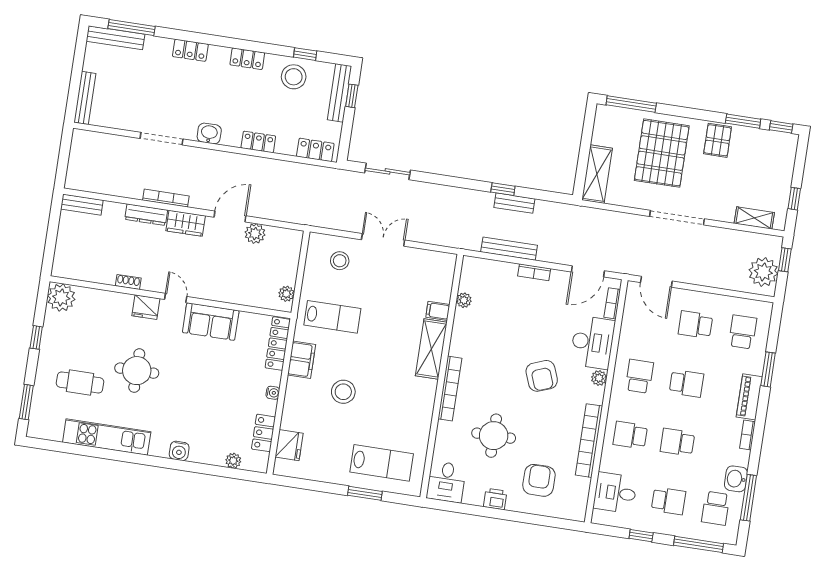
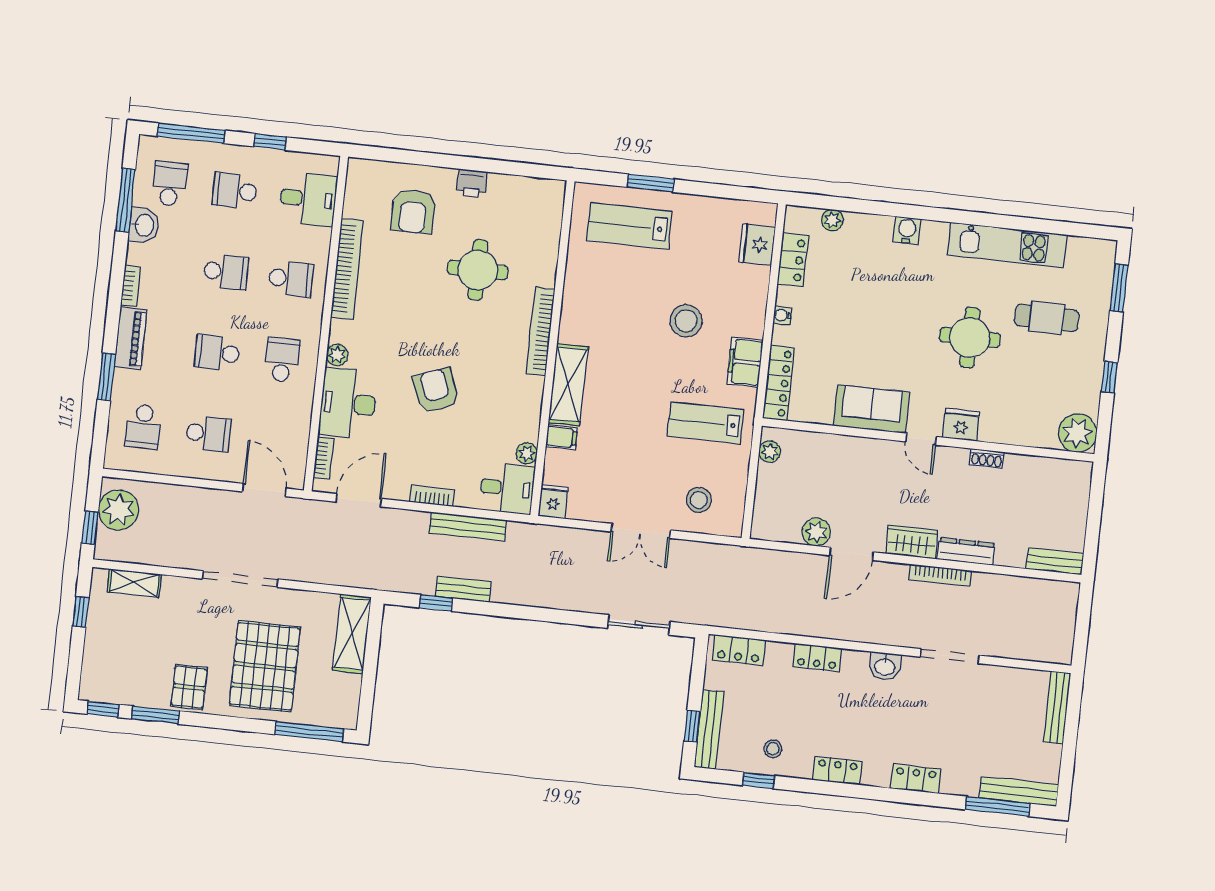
stool: (294, 77) -> (773, 749), width x0.53, depth x0.53
window: (503, 189) -> (436, 603), moved
fridge: (446, 264) -> (553, 501), added
armchair: (542, 376) -> (436, 391), moved
school desk: (639, 376) -> (282, 360), turned 180
desk: (446, 482) -> (507, 488), moved, turned 90

